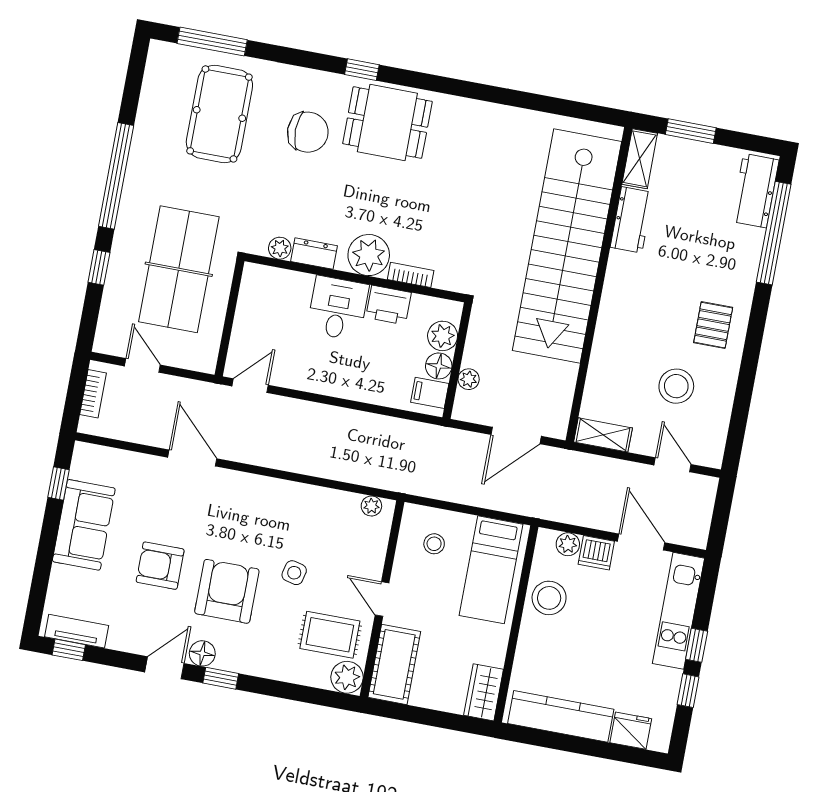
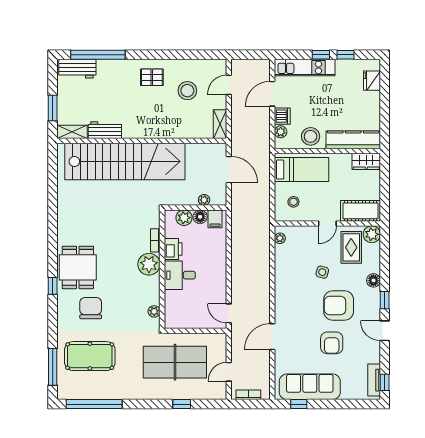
window: (116, 176) -> (94, 404), moved
dresser: (314, 254) -> (154, 293), removed
sofa: (84, 525) -> (310, 387), width x1.36
floor lamp: (202, 653) -> (373, 280), moved
kitchen counter: (561, 716) -> (353, 140), moved, turned 90

